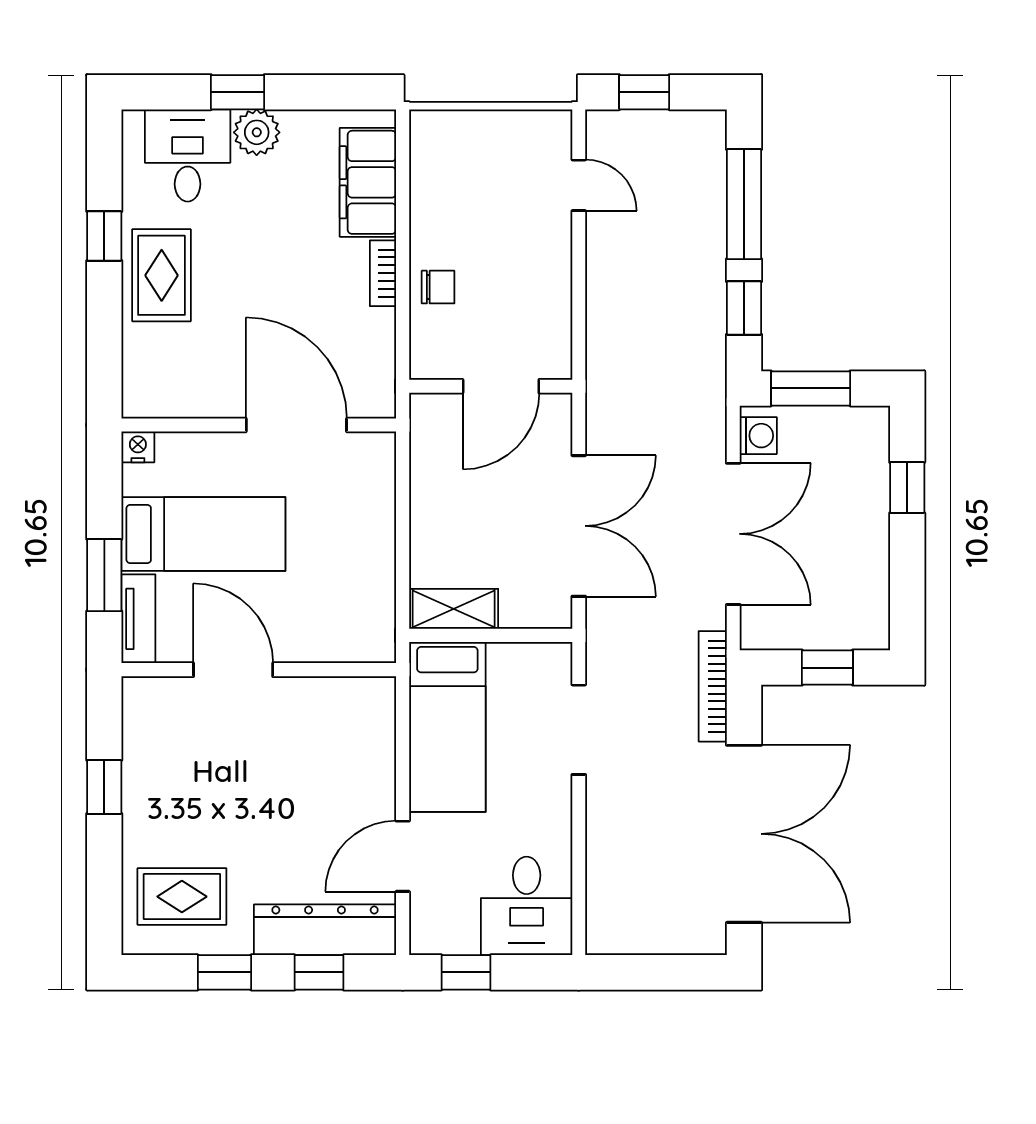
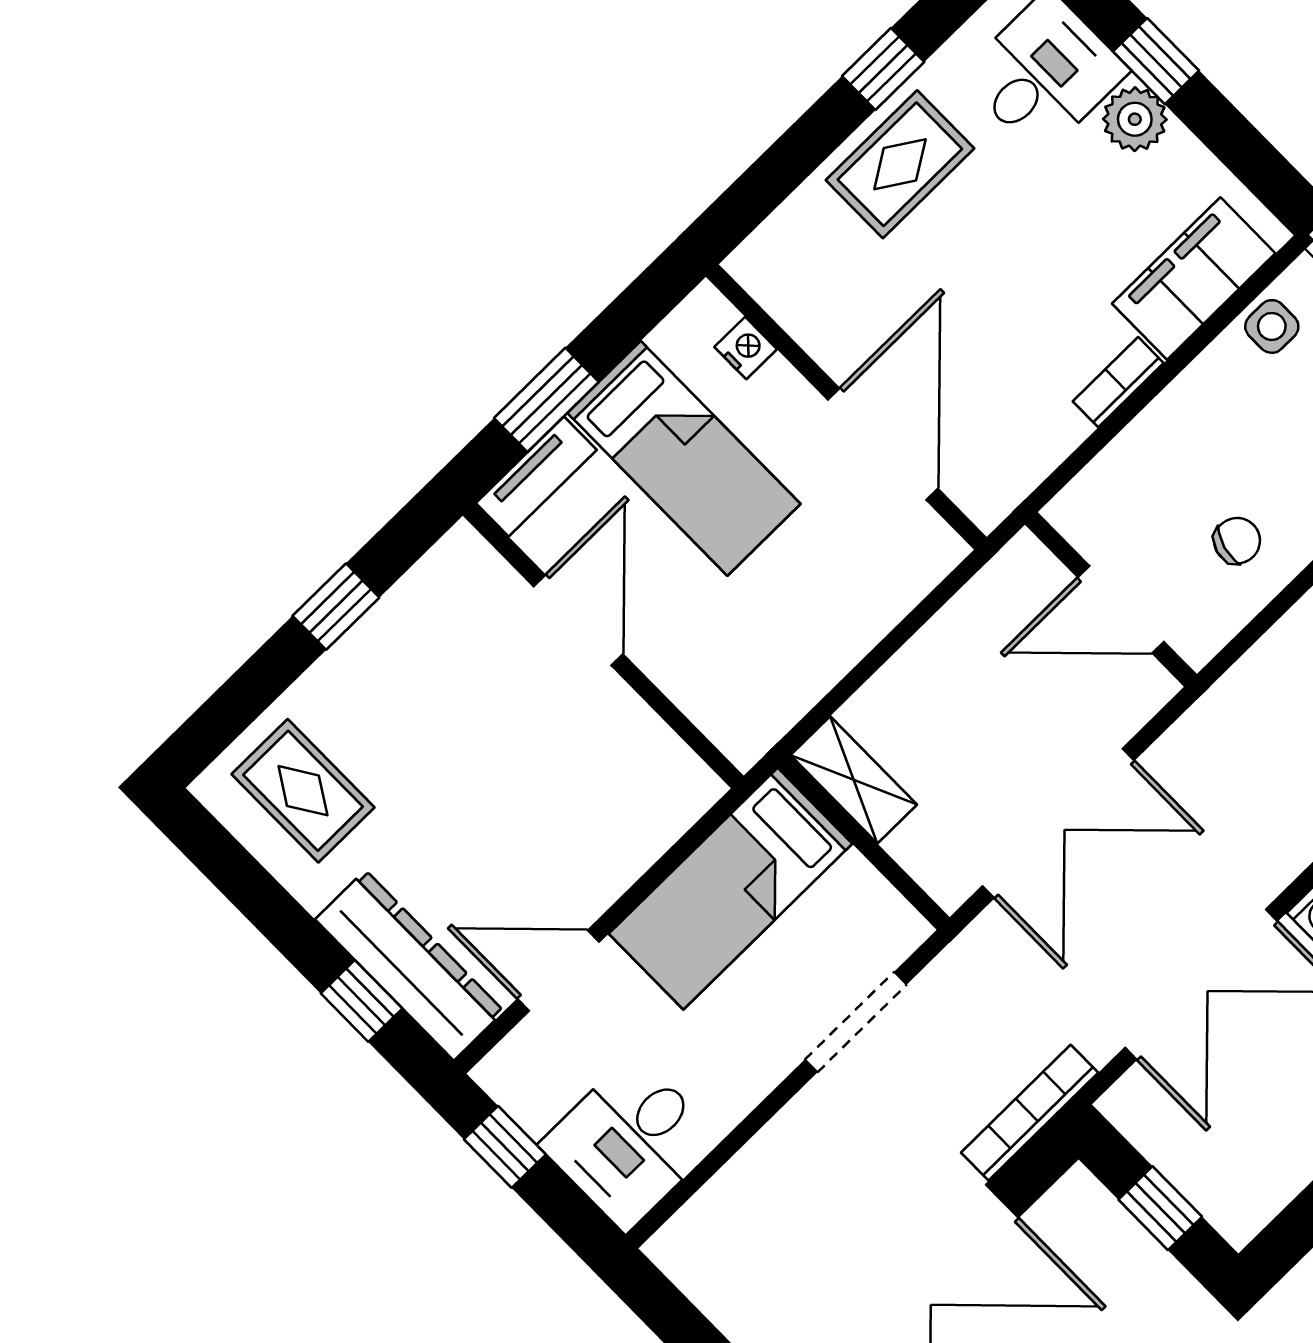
side table: (432, 166) -> (1272, 326), added
chair: (438, 287) -> (1237, 541), moved, turned -75
nightstand: (138, 447) -> (746, 348), moved
window: (224, 972) -> (269, 907), removed

